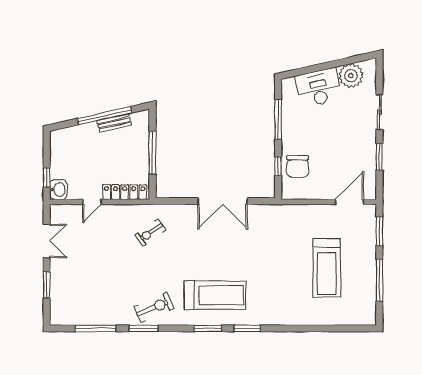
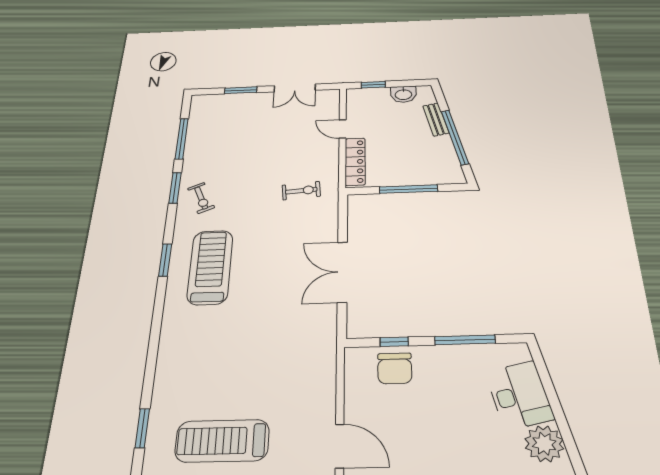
bench: (114, 123) -> (436, 119), moved
chair: (298, 166) -> (395, 368), turned -90
washbasin: (58, 190) -> (403, 94), moved
exercise bike: (150, 232) -> (301, 191), turned 120
treadmill: (327, 268) -> (222, 441), moved
treadmill: (215, 295) -> (210, 267), turned 180
exercise bike: (154, 308) -> (201, 198), width x0.73, depth x0.72
window: (247, 328) -> (142, 428), moved

